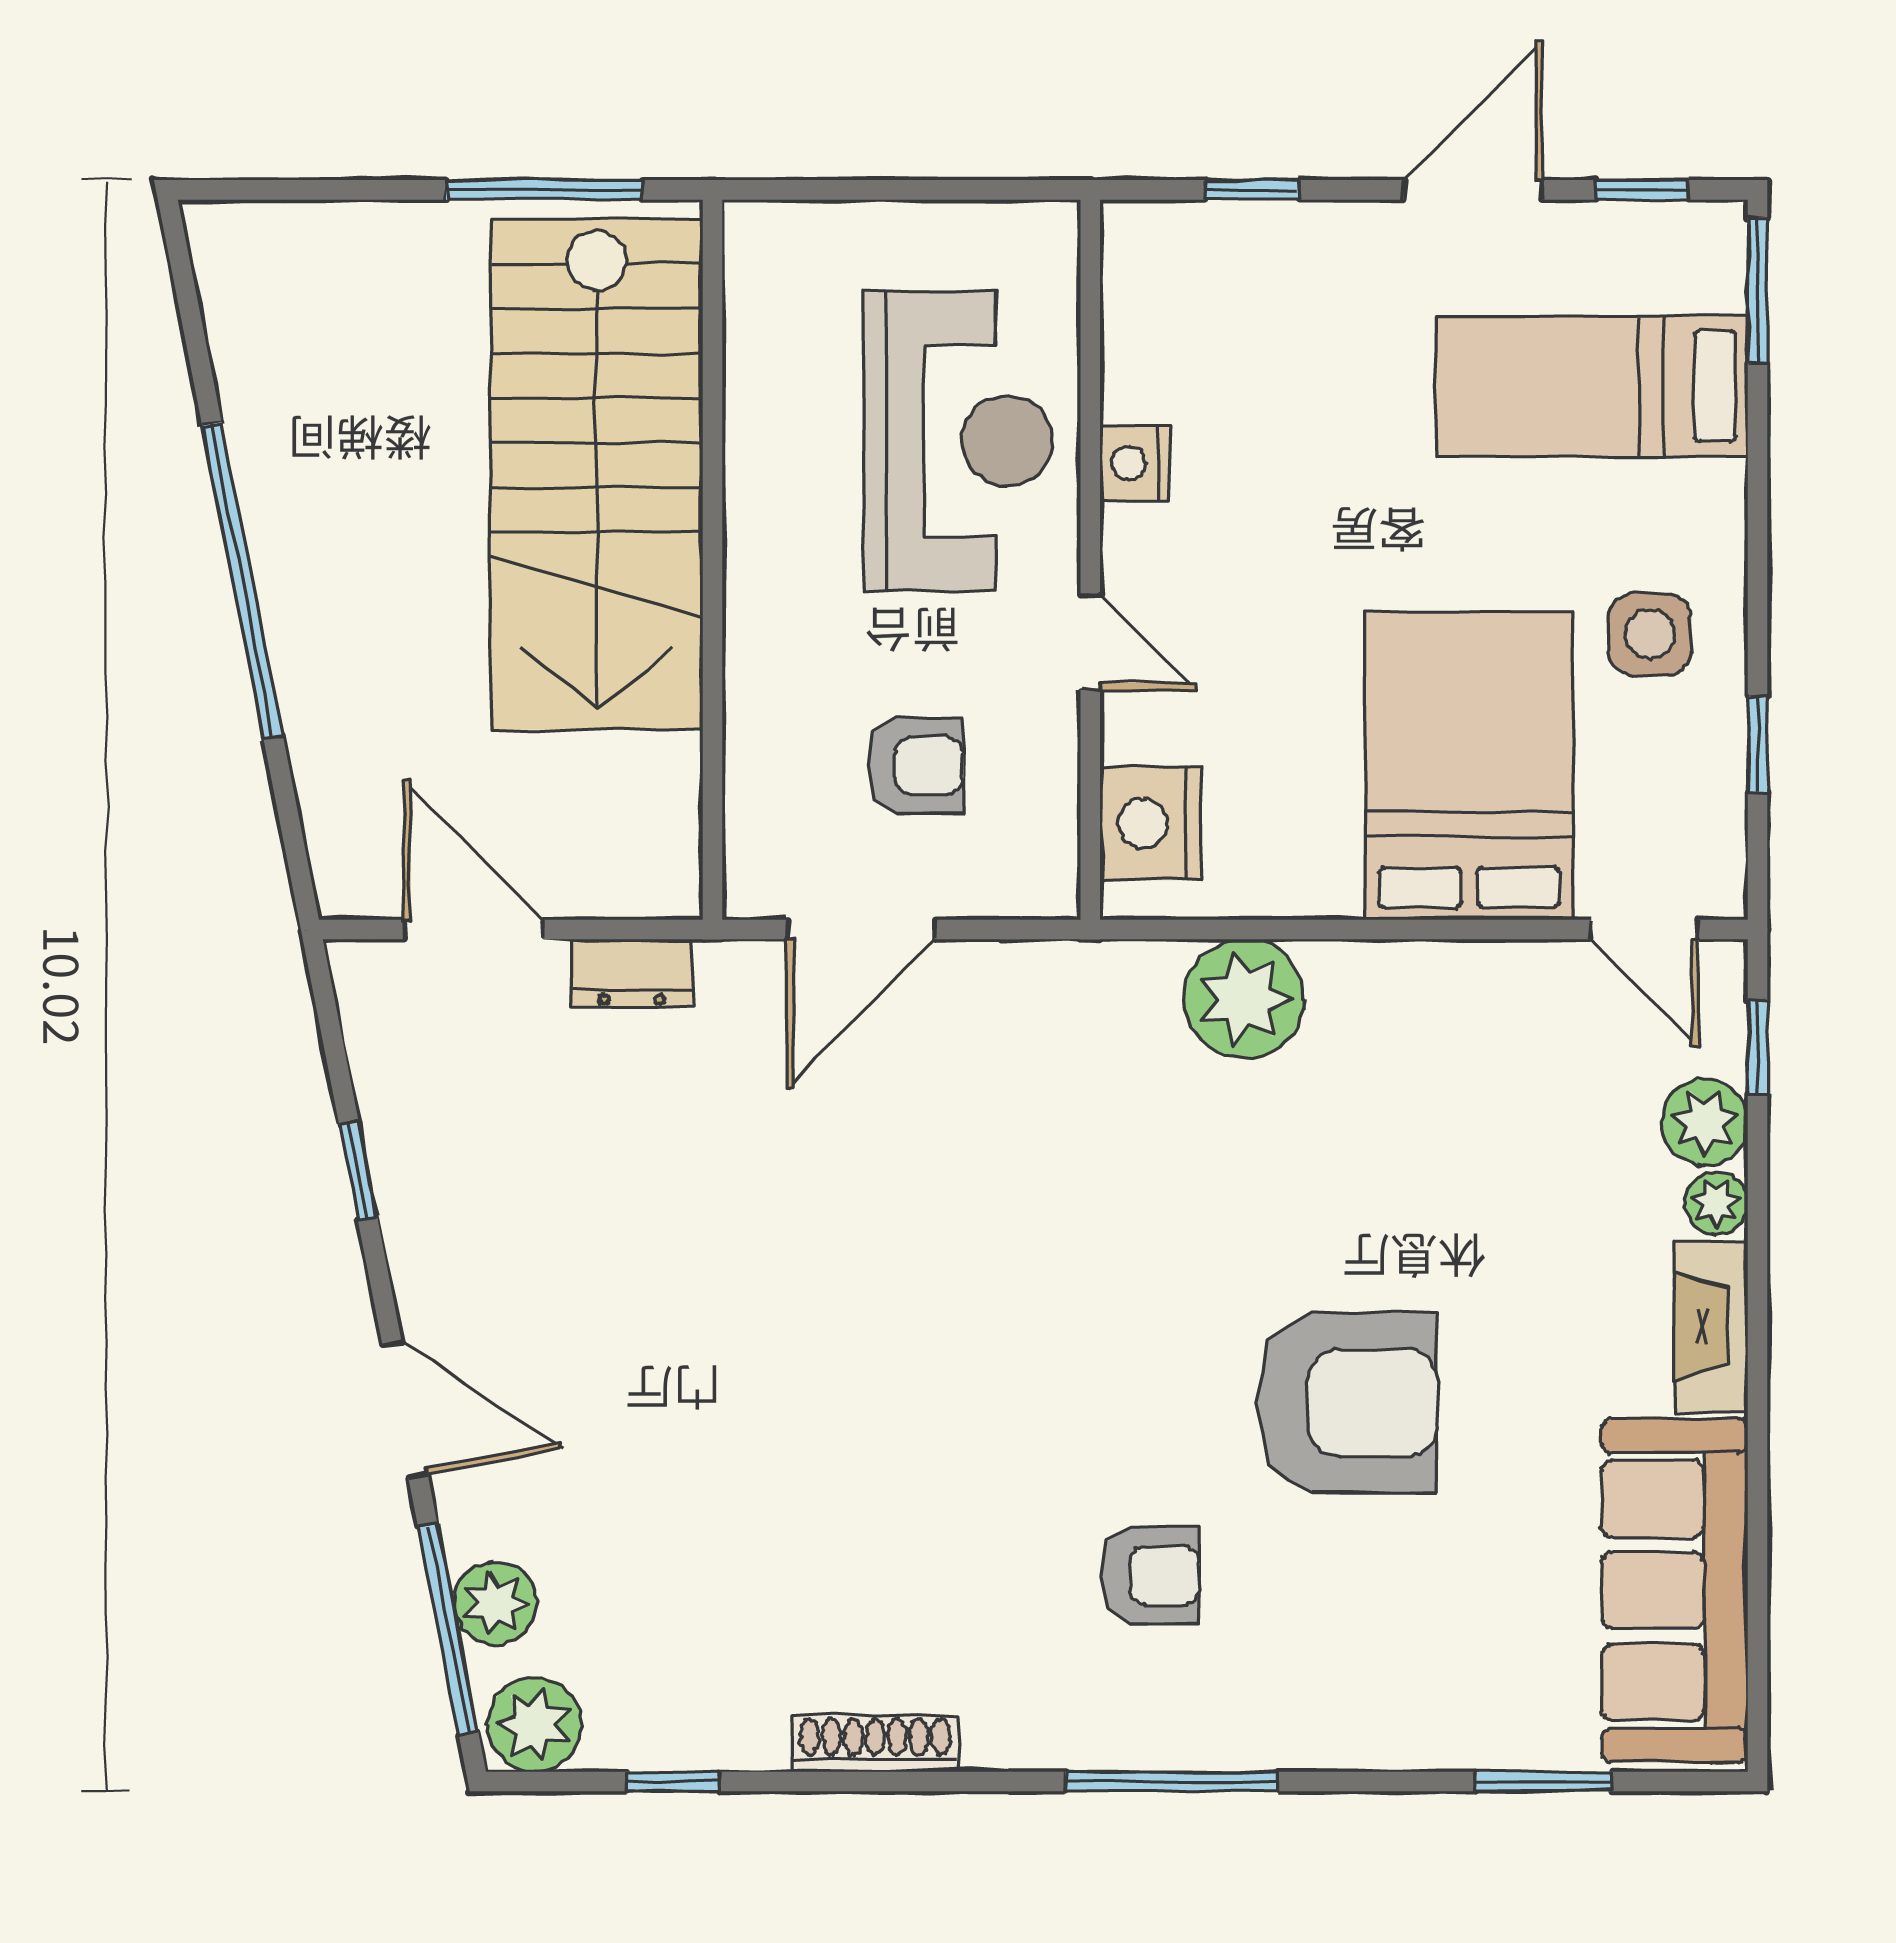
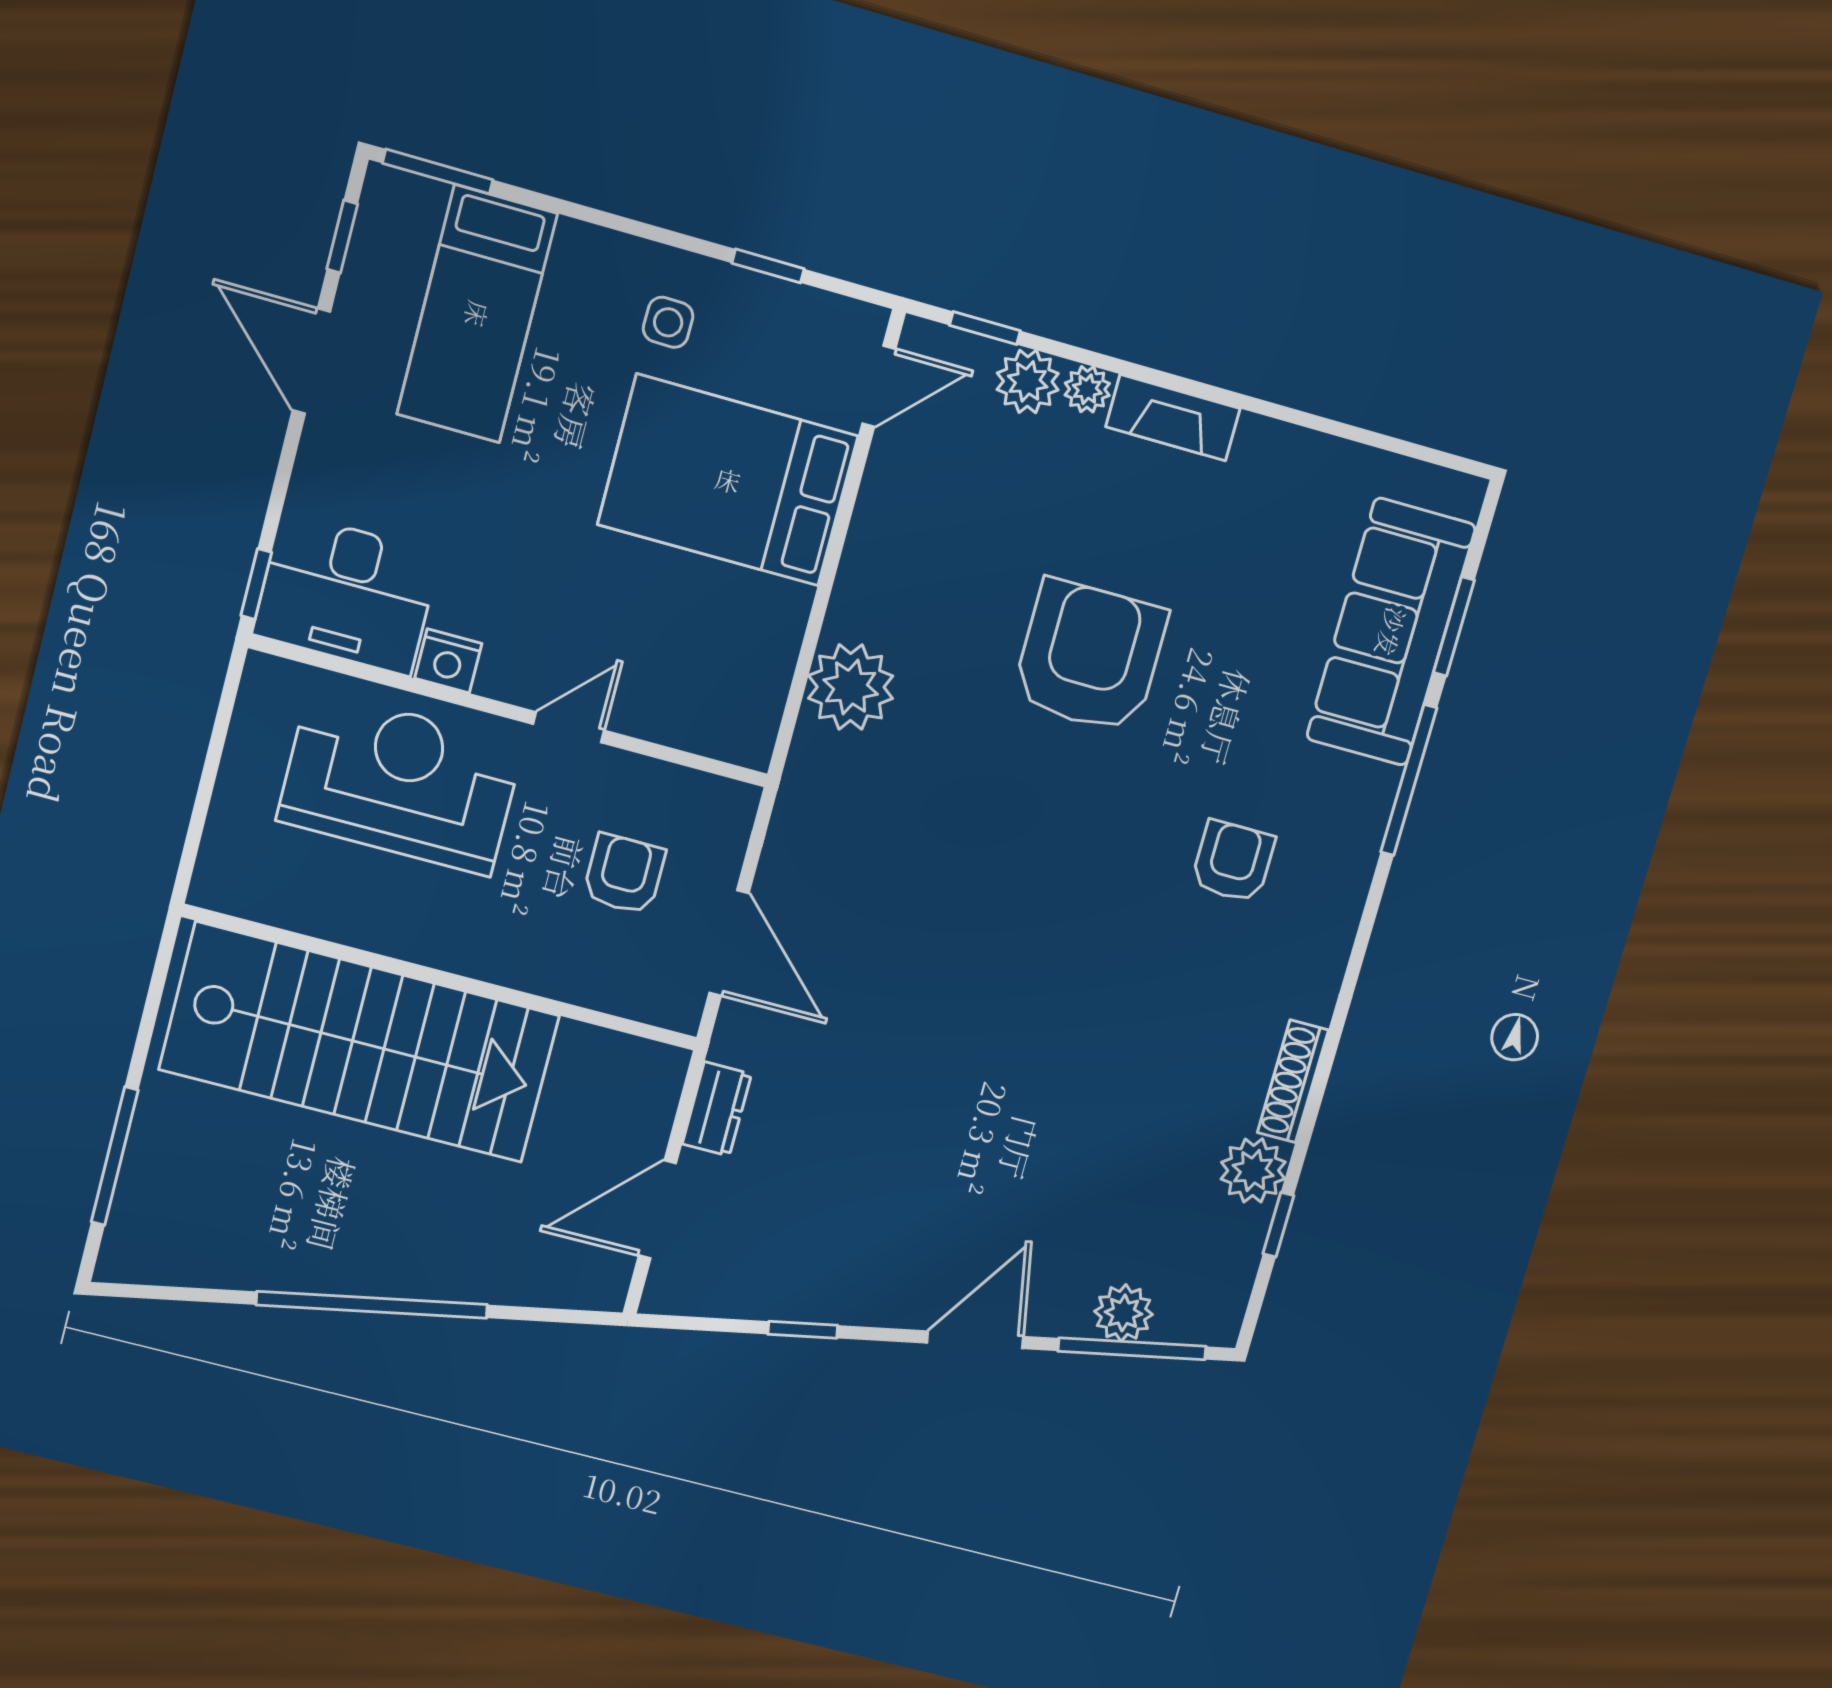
window: (544, 190) -> (115, 1156), moved
window: (1252, 190) -> (256, 584), moved
desk: (1186, 309) -> (346, 594), added
side table: (1650, 634) -> (668, 322), width x0.73, depth x0.73
nightstand: (1151, 823) -> (709, 719), removed
armchair: (1347, 1403) -> (1090, 656), moved
sofa: (1675, 1590) -> (1391, 632), moved, turned 90
plant: (535, 1725) -> (1253, 1170), moved
window: (1171, 1782) -> (1409, 780), moved

